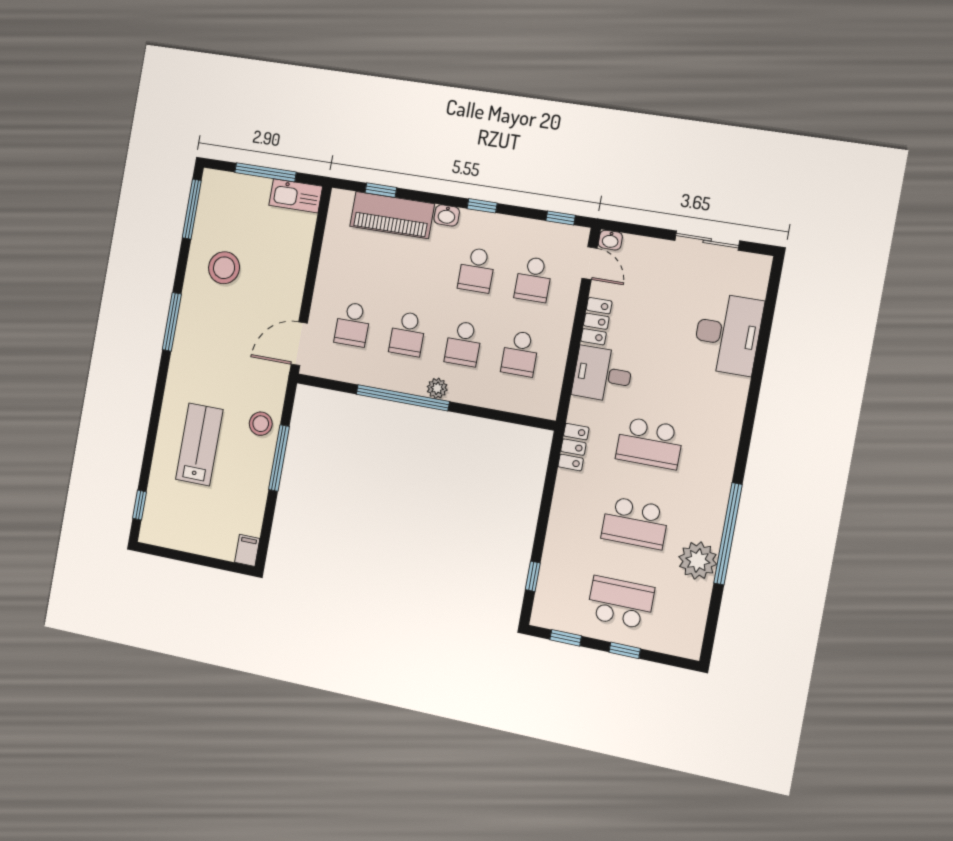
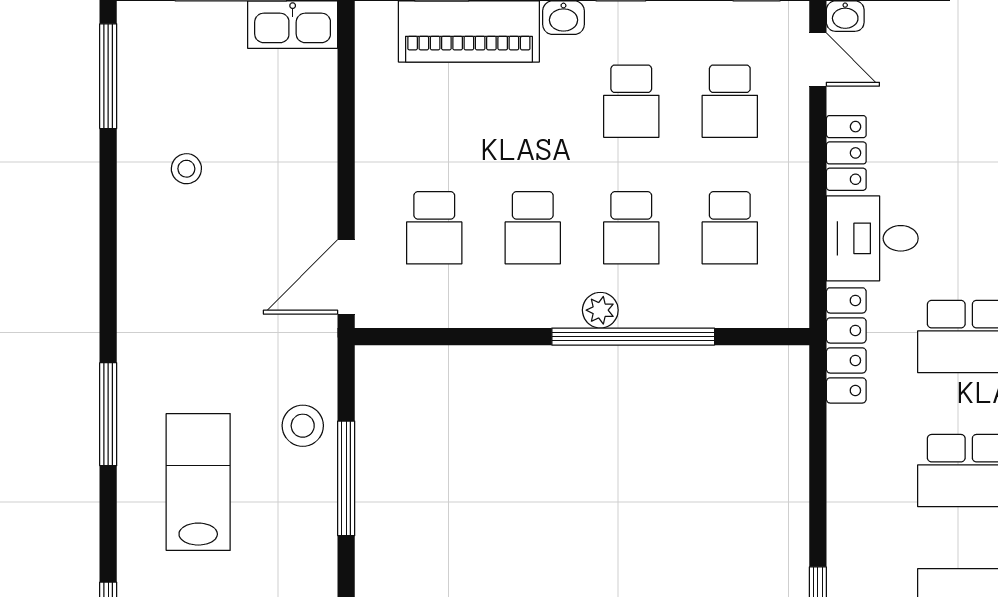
stool: (224, 268) -> (186, 169), width x0.53, depth x0.53
window: (172, 322) -> (108, 414), moved
window: (403, 398) -> (633, 337), moved
locker: (573, 447) -> (846, 345), width x1.53

